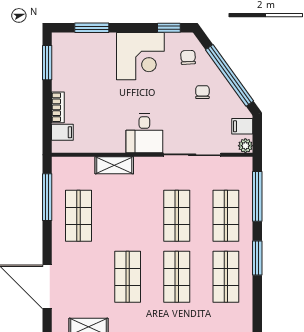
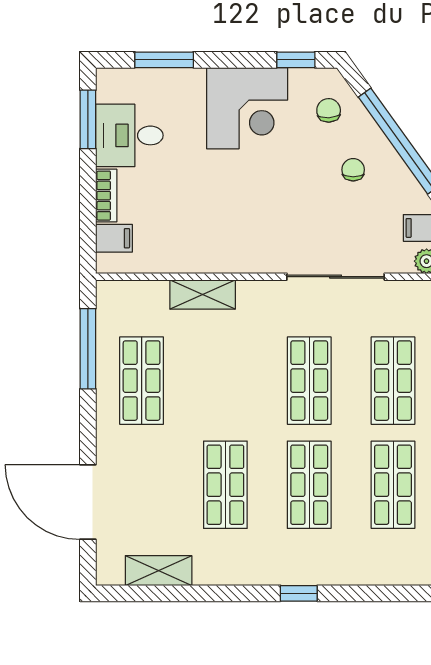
desk: (144, 133) -> (129, 135), moved, turned 90

